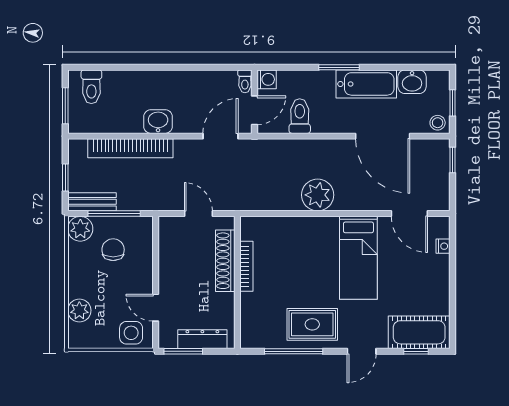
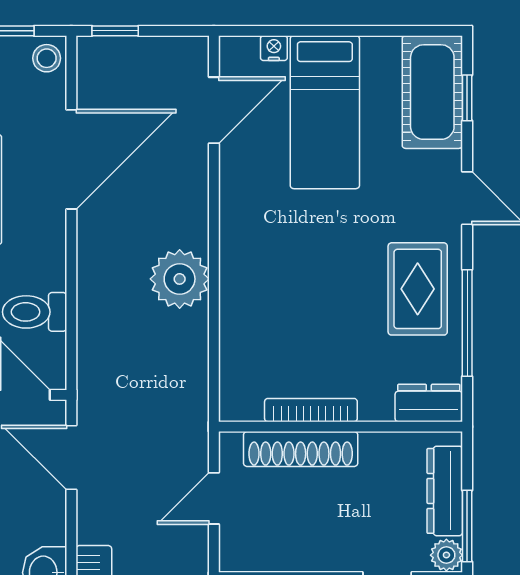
bed: (358, 258) -> (325, 112), moved, turned 90
dresser: (250, 330) -> (429, 403), added
plant: (168, 340) -> (446, 555), added

